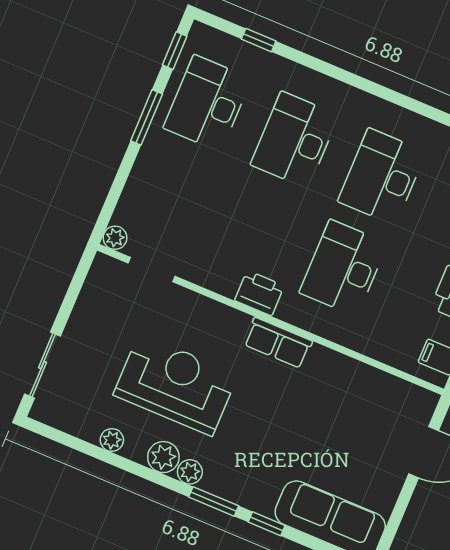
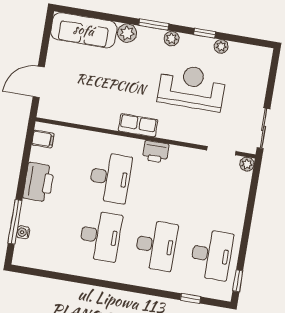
window: (147, 117) -> (245, 238), removed
sliding door: (43, 365) -> (264, 128), moved
reception desk: (176, 385) -> (192, 87), turned 180
plant: (163, 457) -> (127, 33), moved
window: (267, 524) -> (205, 33), moved

